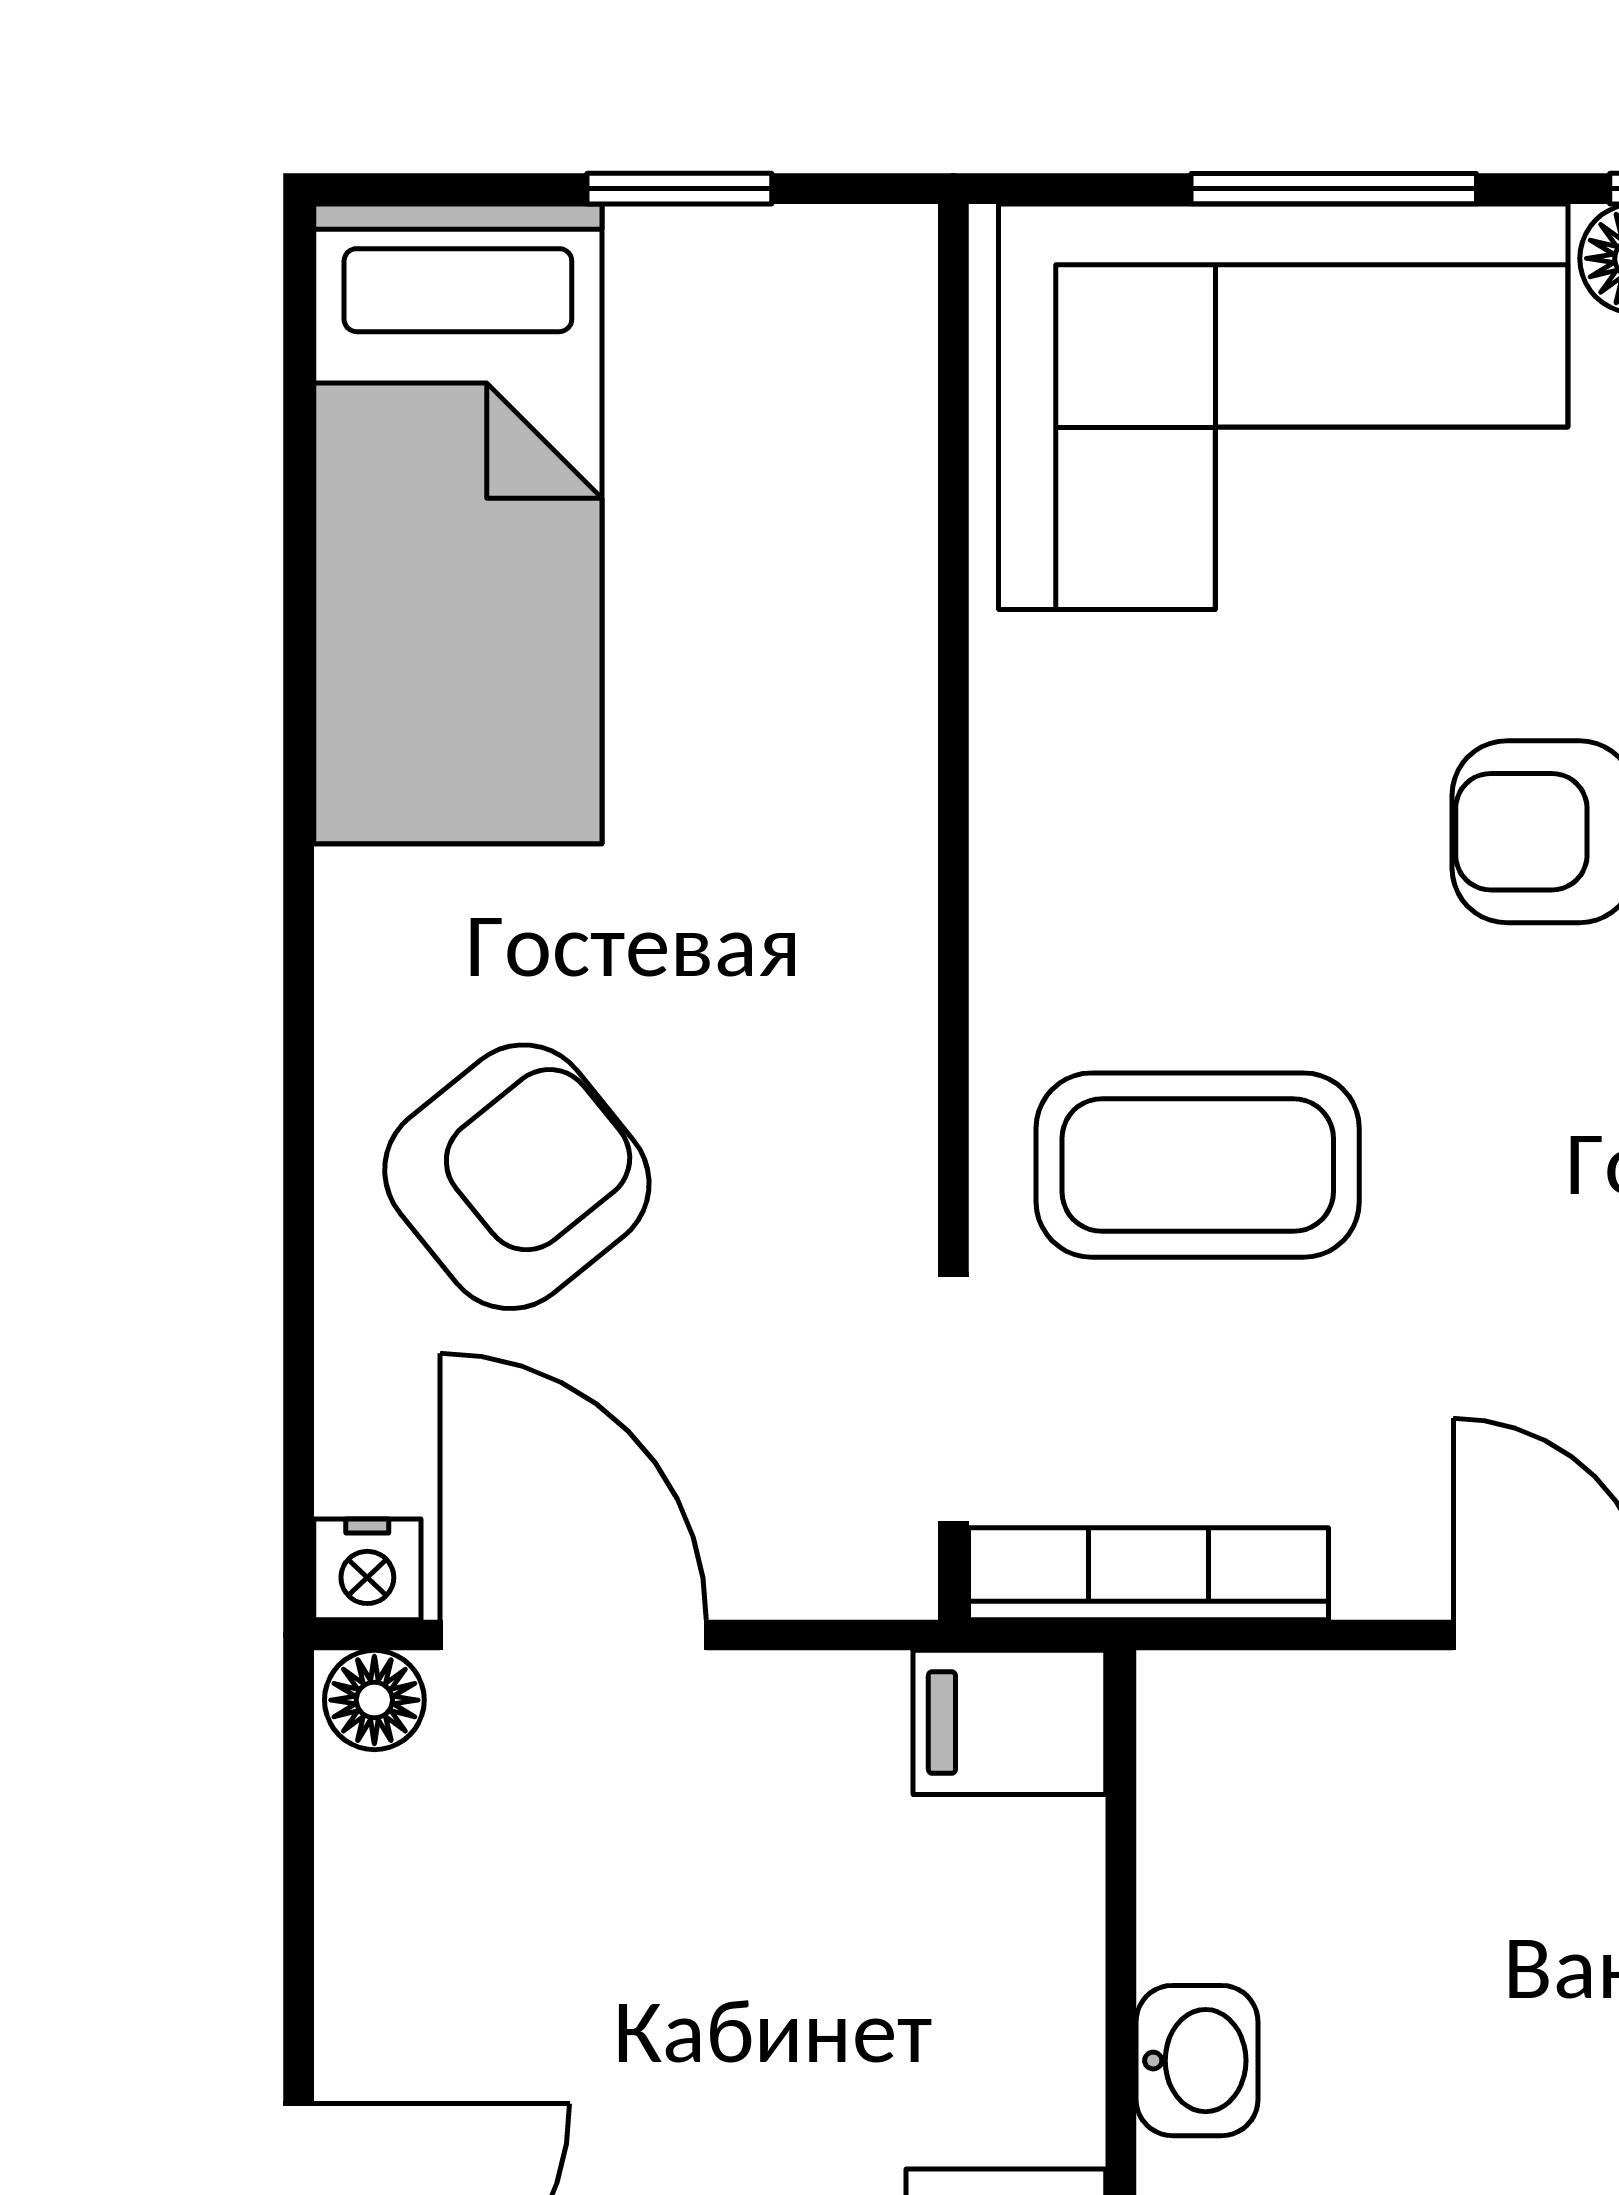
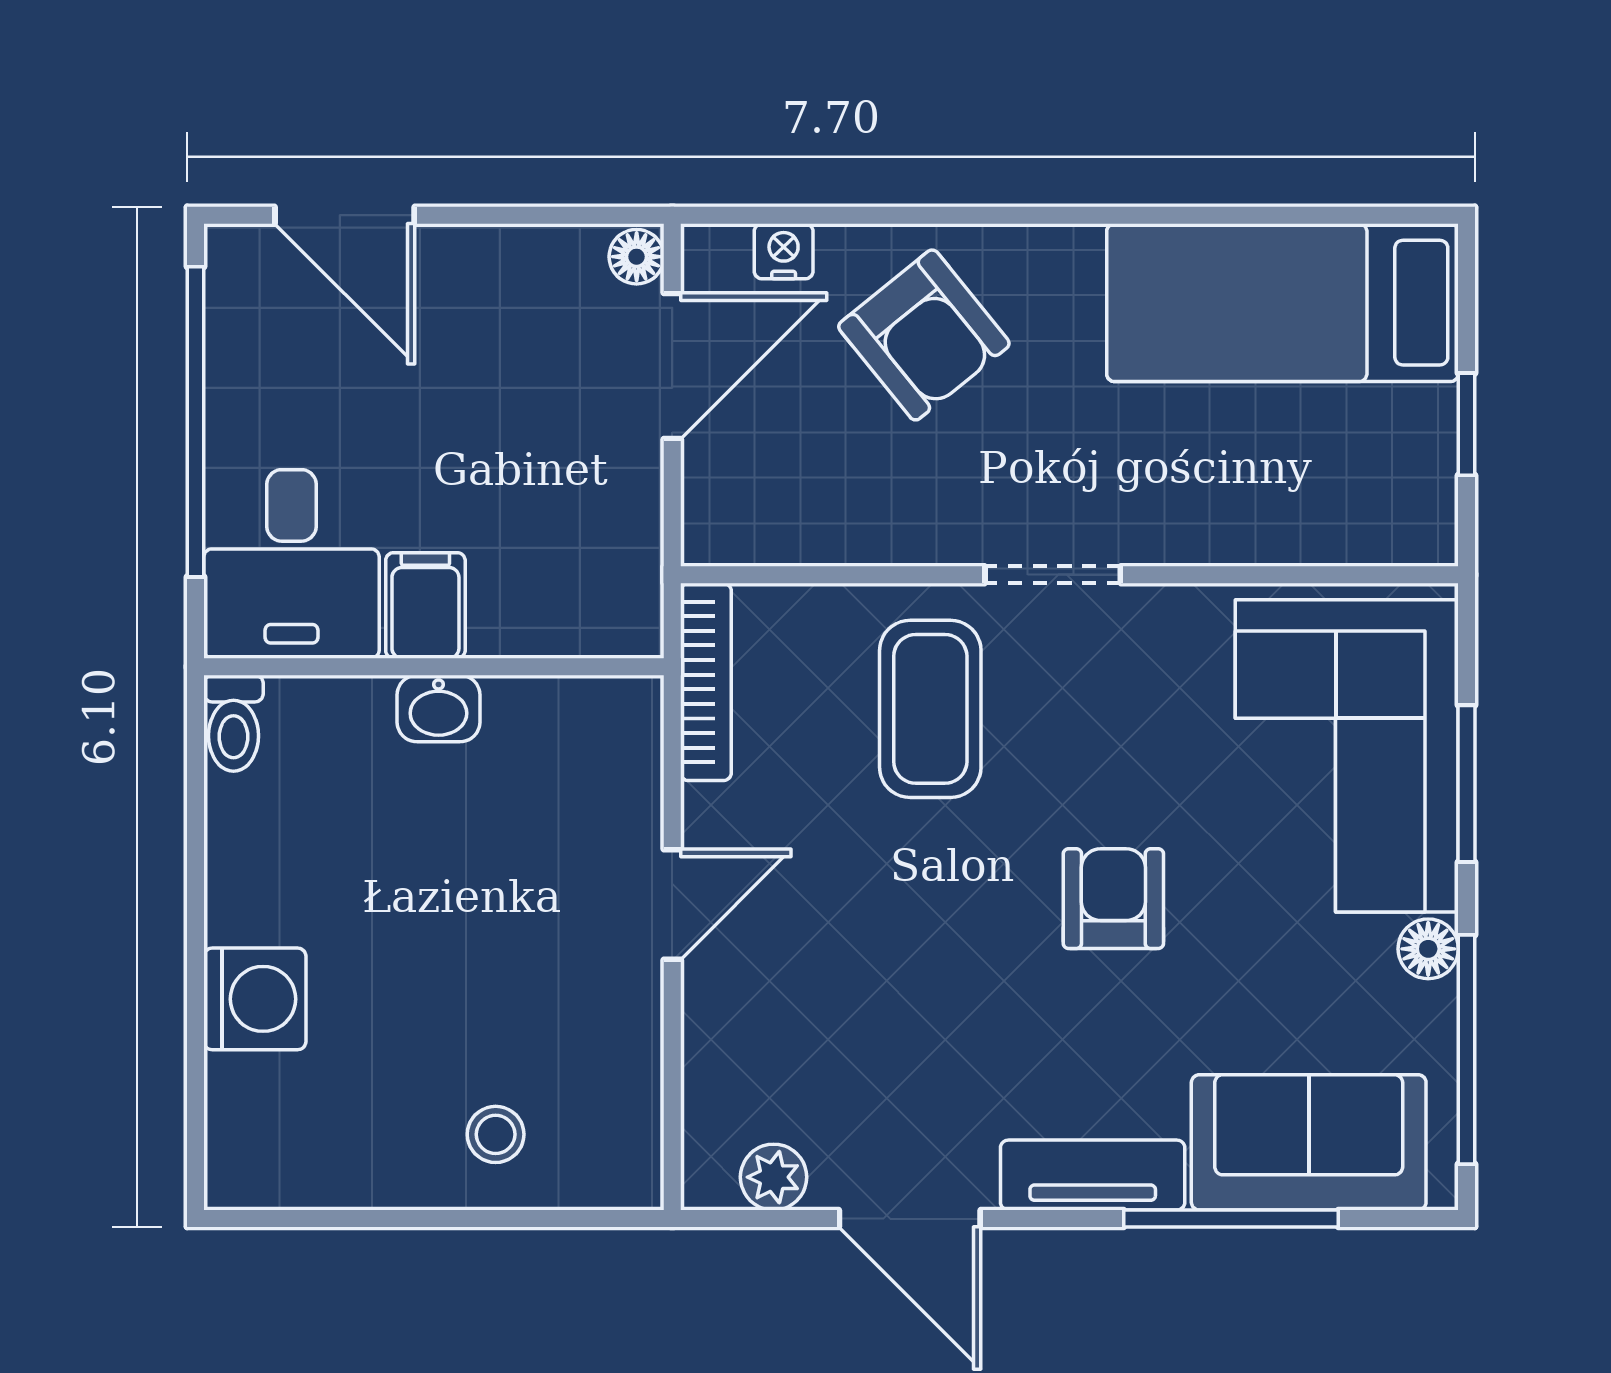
doorway: (953, 1399) -> (1053, 575), moved
nightstand: (367, 1569) -> (784, 251), moved, turned 90
filing cabinet: (1009, 1722) -> (425, 605), moved

